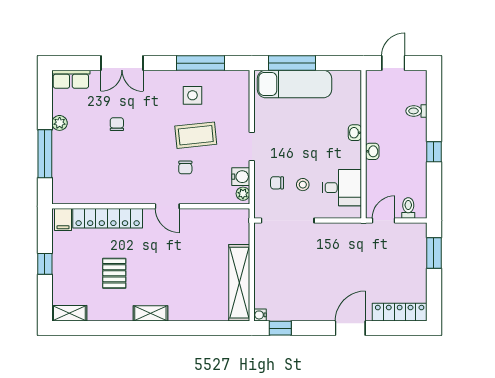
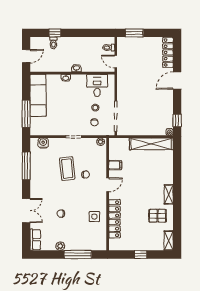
door: (393, 63) -> (26, 56), swing flipped
exam couch: (294, 84) -> (38, 95), moved
side table: (192, 95) -> (94, 217), moved
window: (434, 152) -> (55, 33), moved
water cooler: (241, 177) -> (43, 143), moved
filing cabinet: (63, 219) -> (115, 165), moved
pallet: (114, 273) -> (158, 216), moved
door: (350, 328) -> (177, 81), hinge flipped

